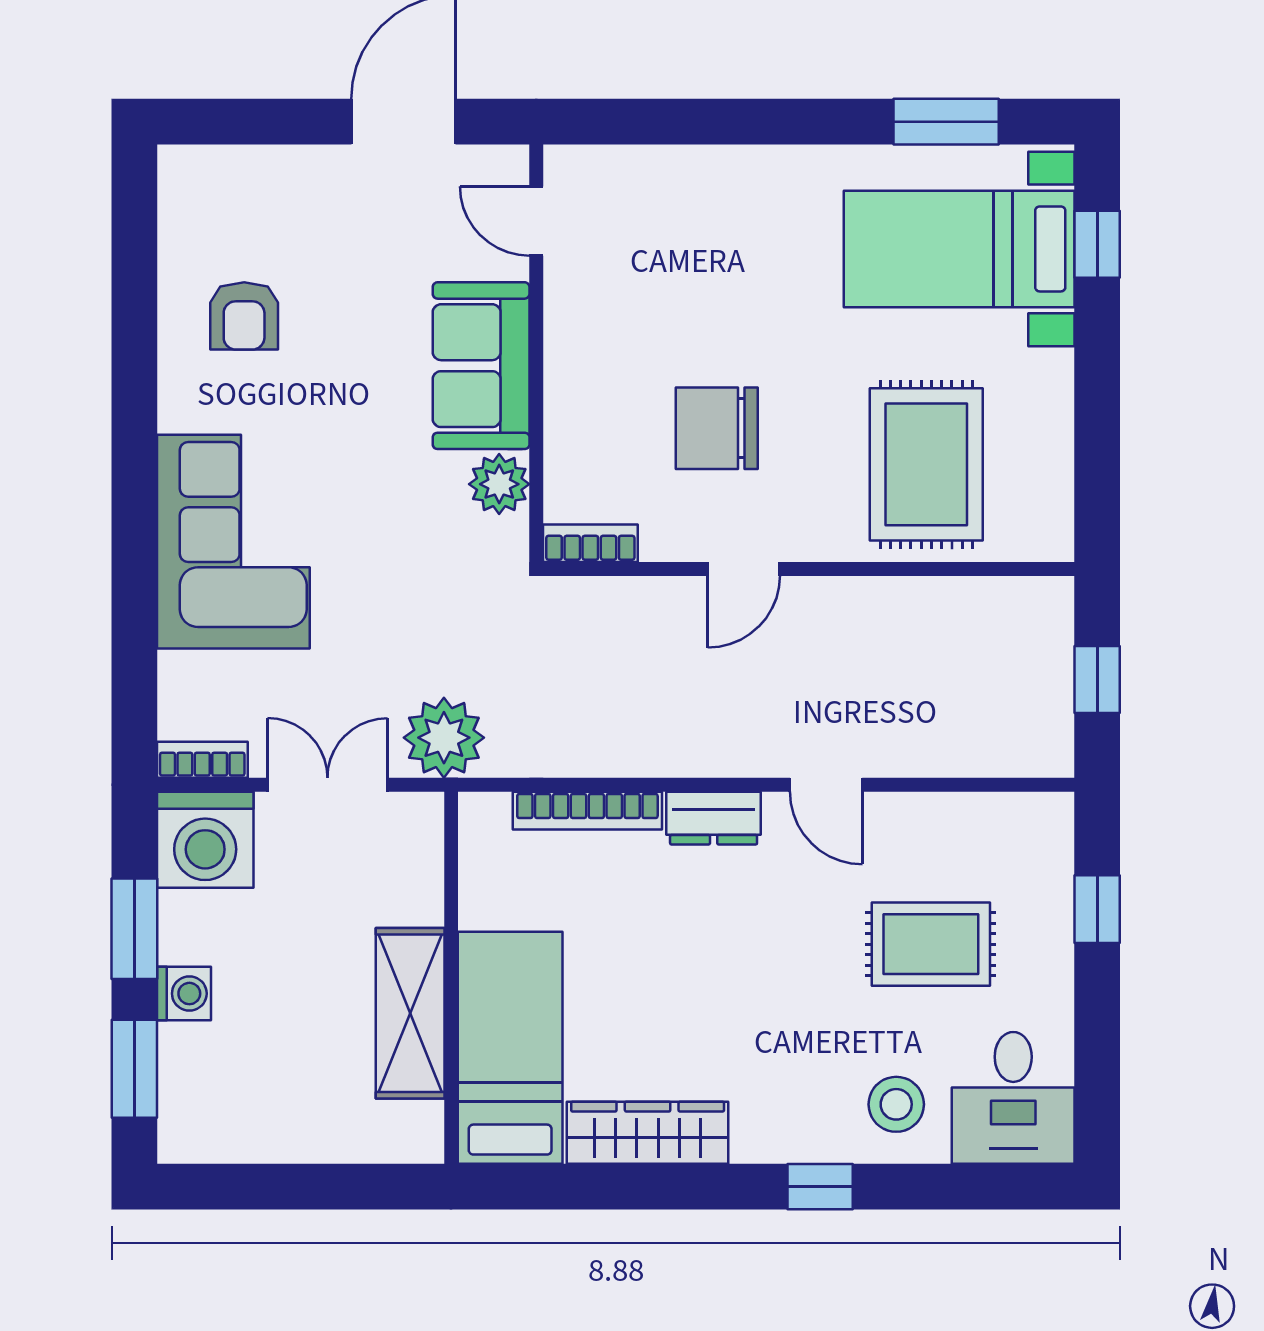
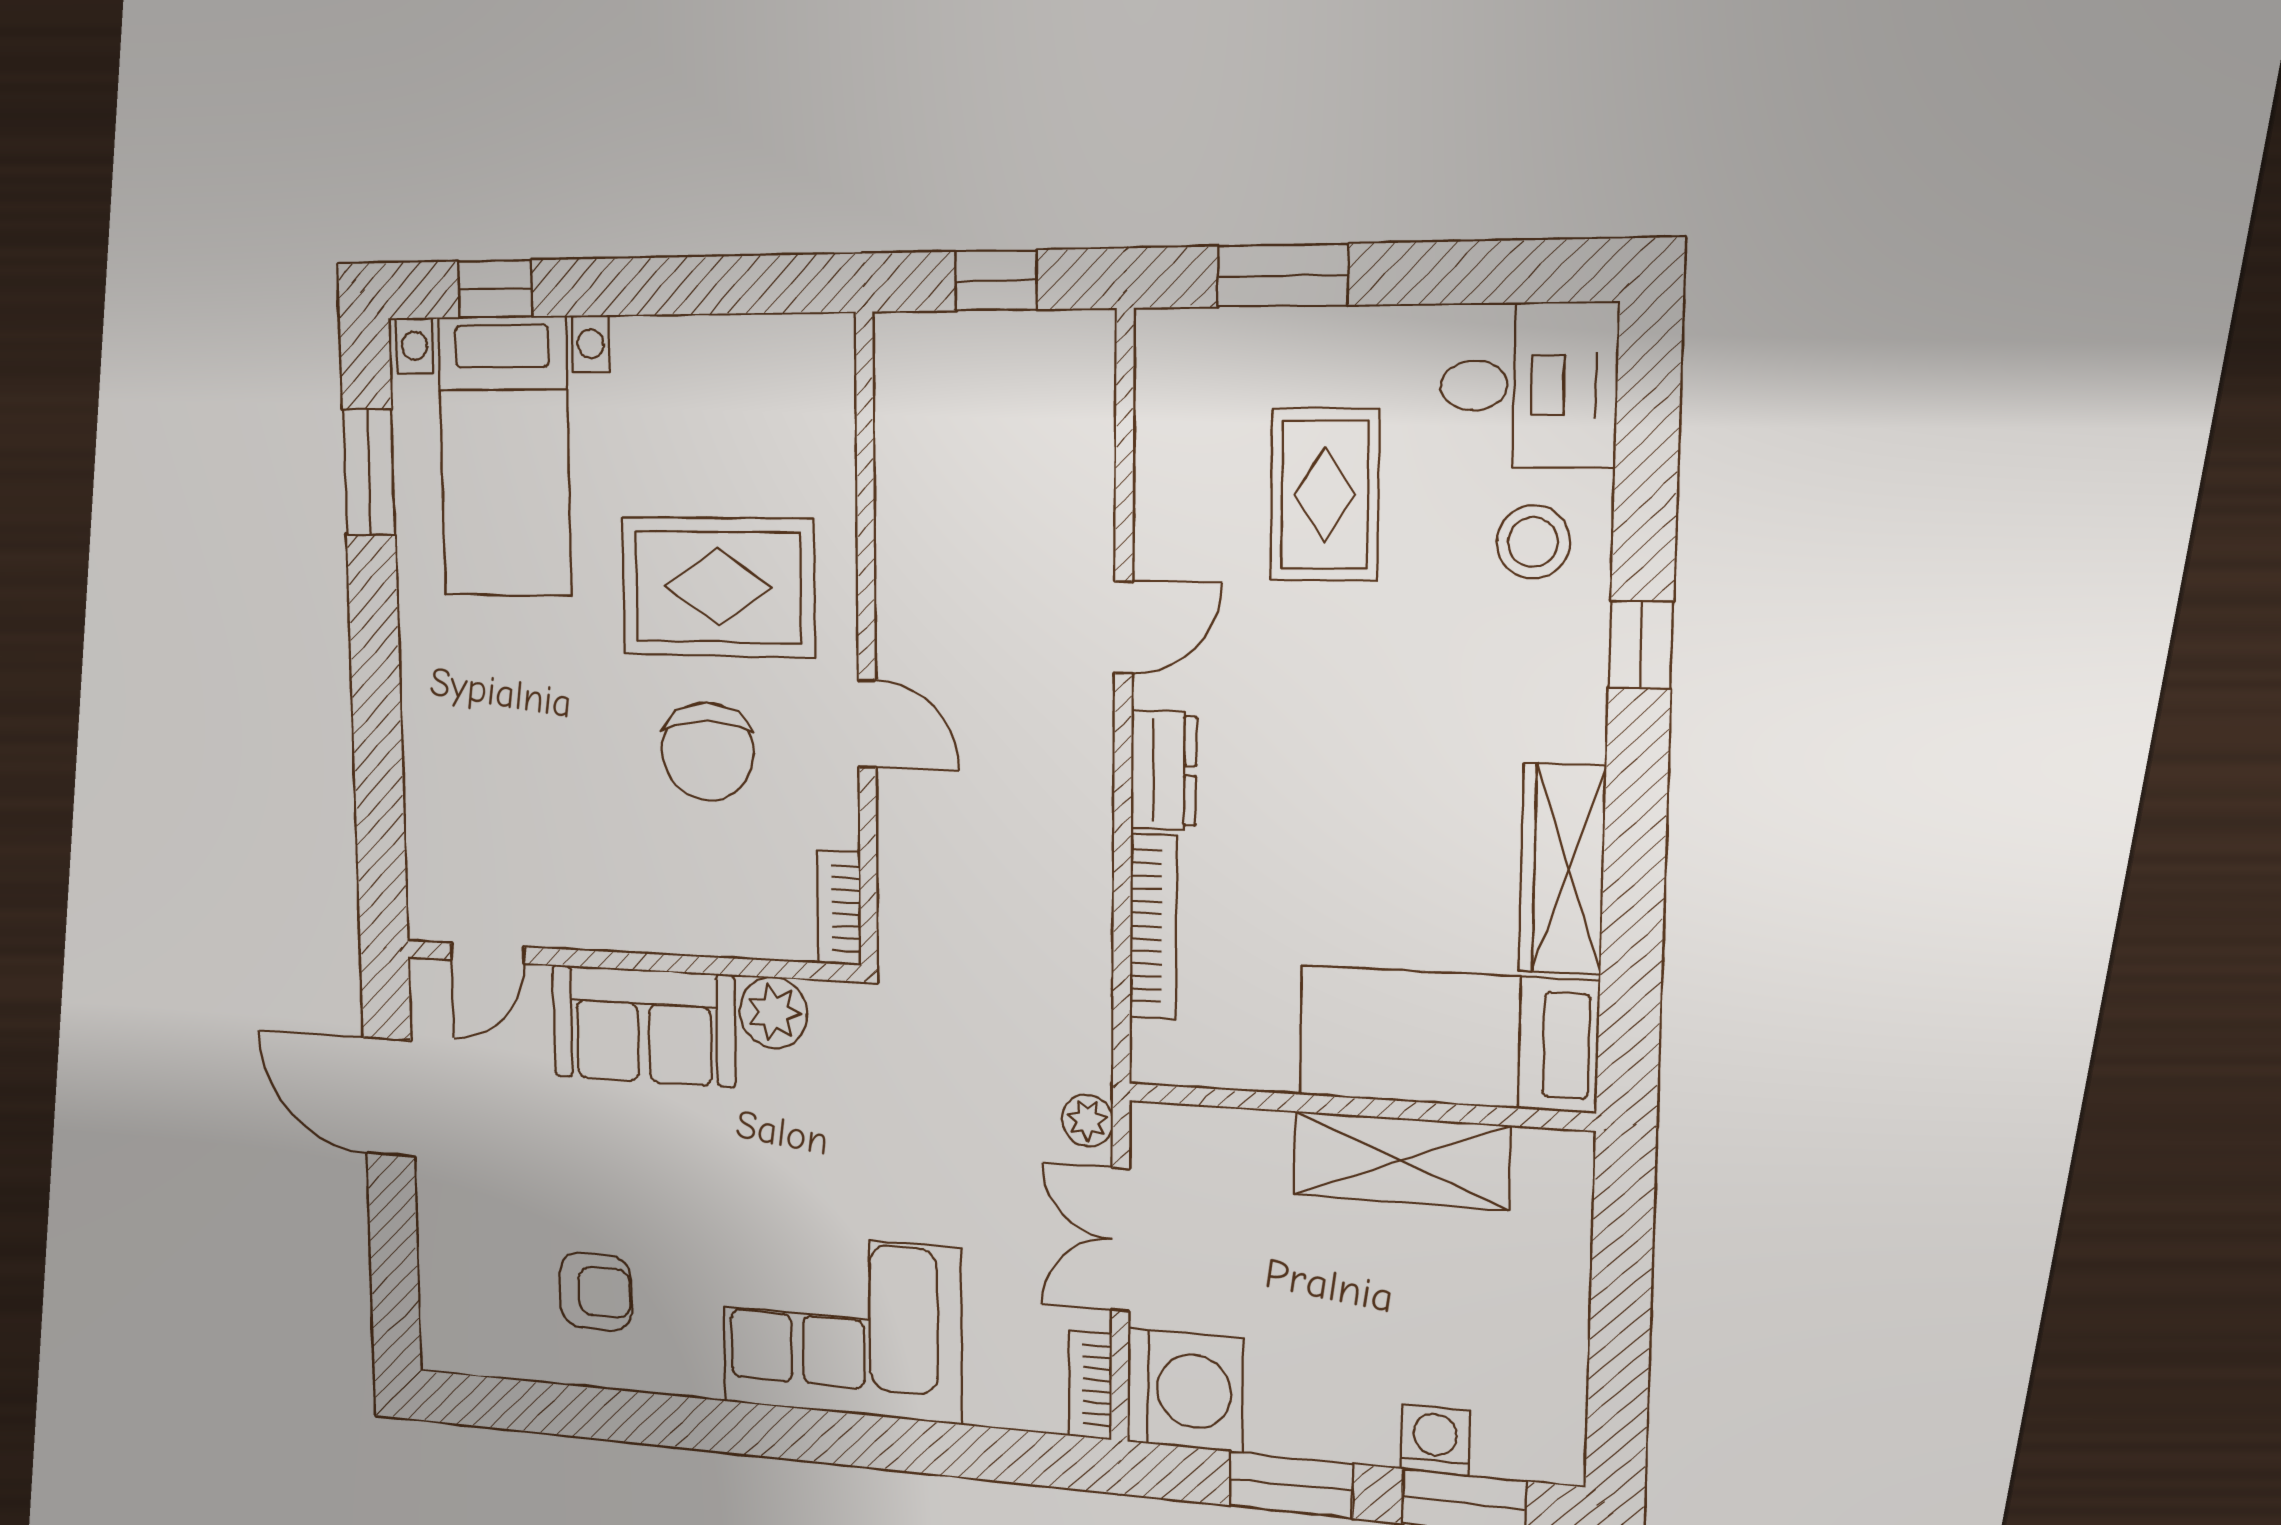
rug: (926, 464) -> (718, 587), moved
plant: (444, 738) -> (1087, 1120), width x0.53, depth x0.53
window: (1097, 909) -> (1283, 276), width x1.50
washing machine: (184, 994) -> (1435, 1440), moved

